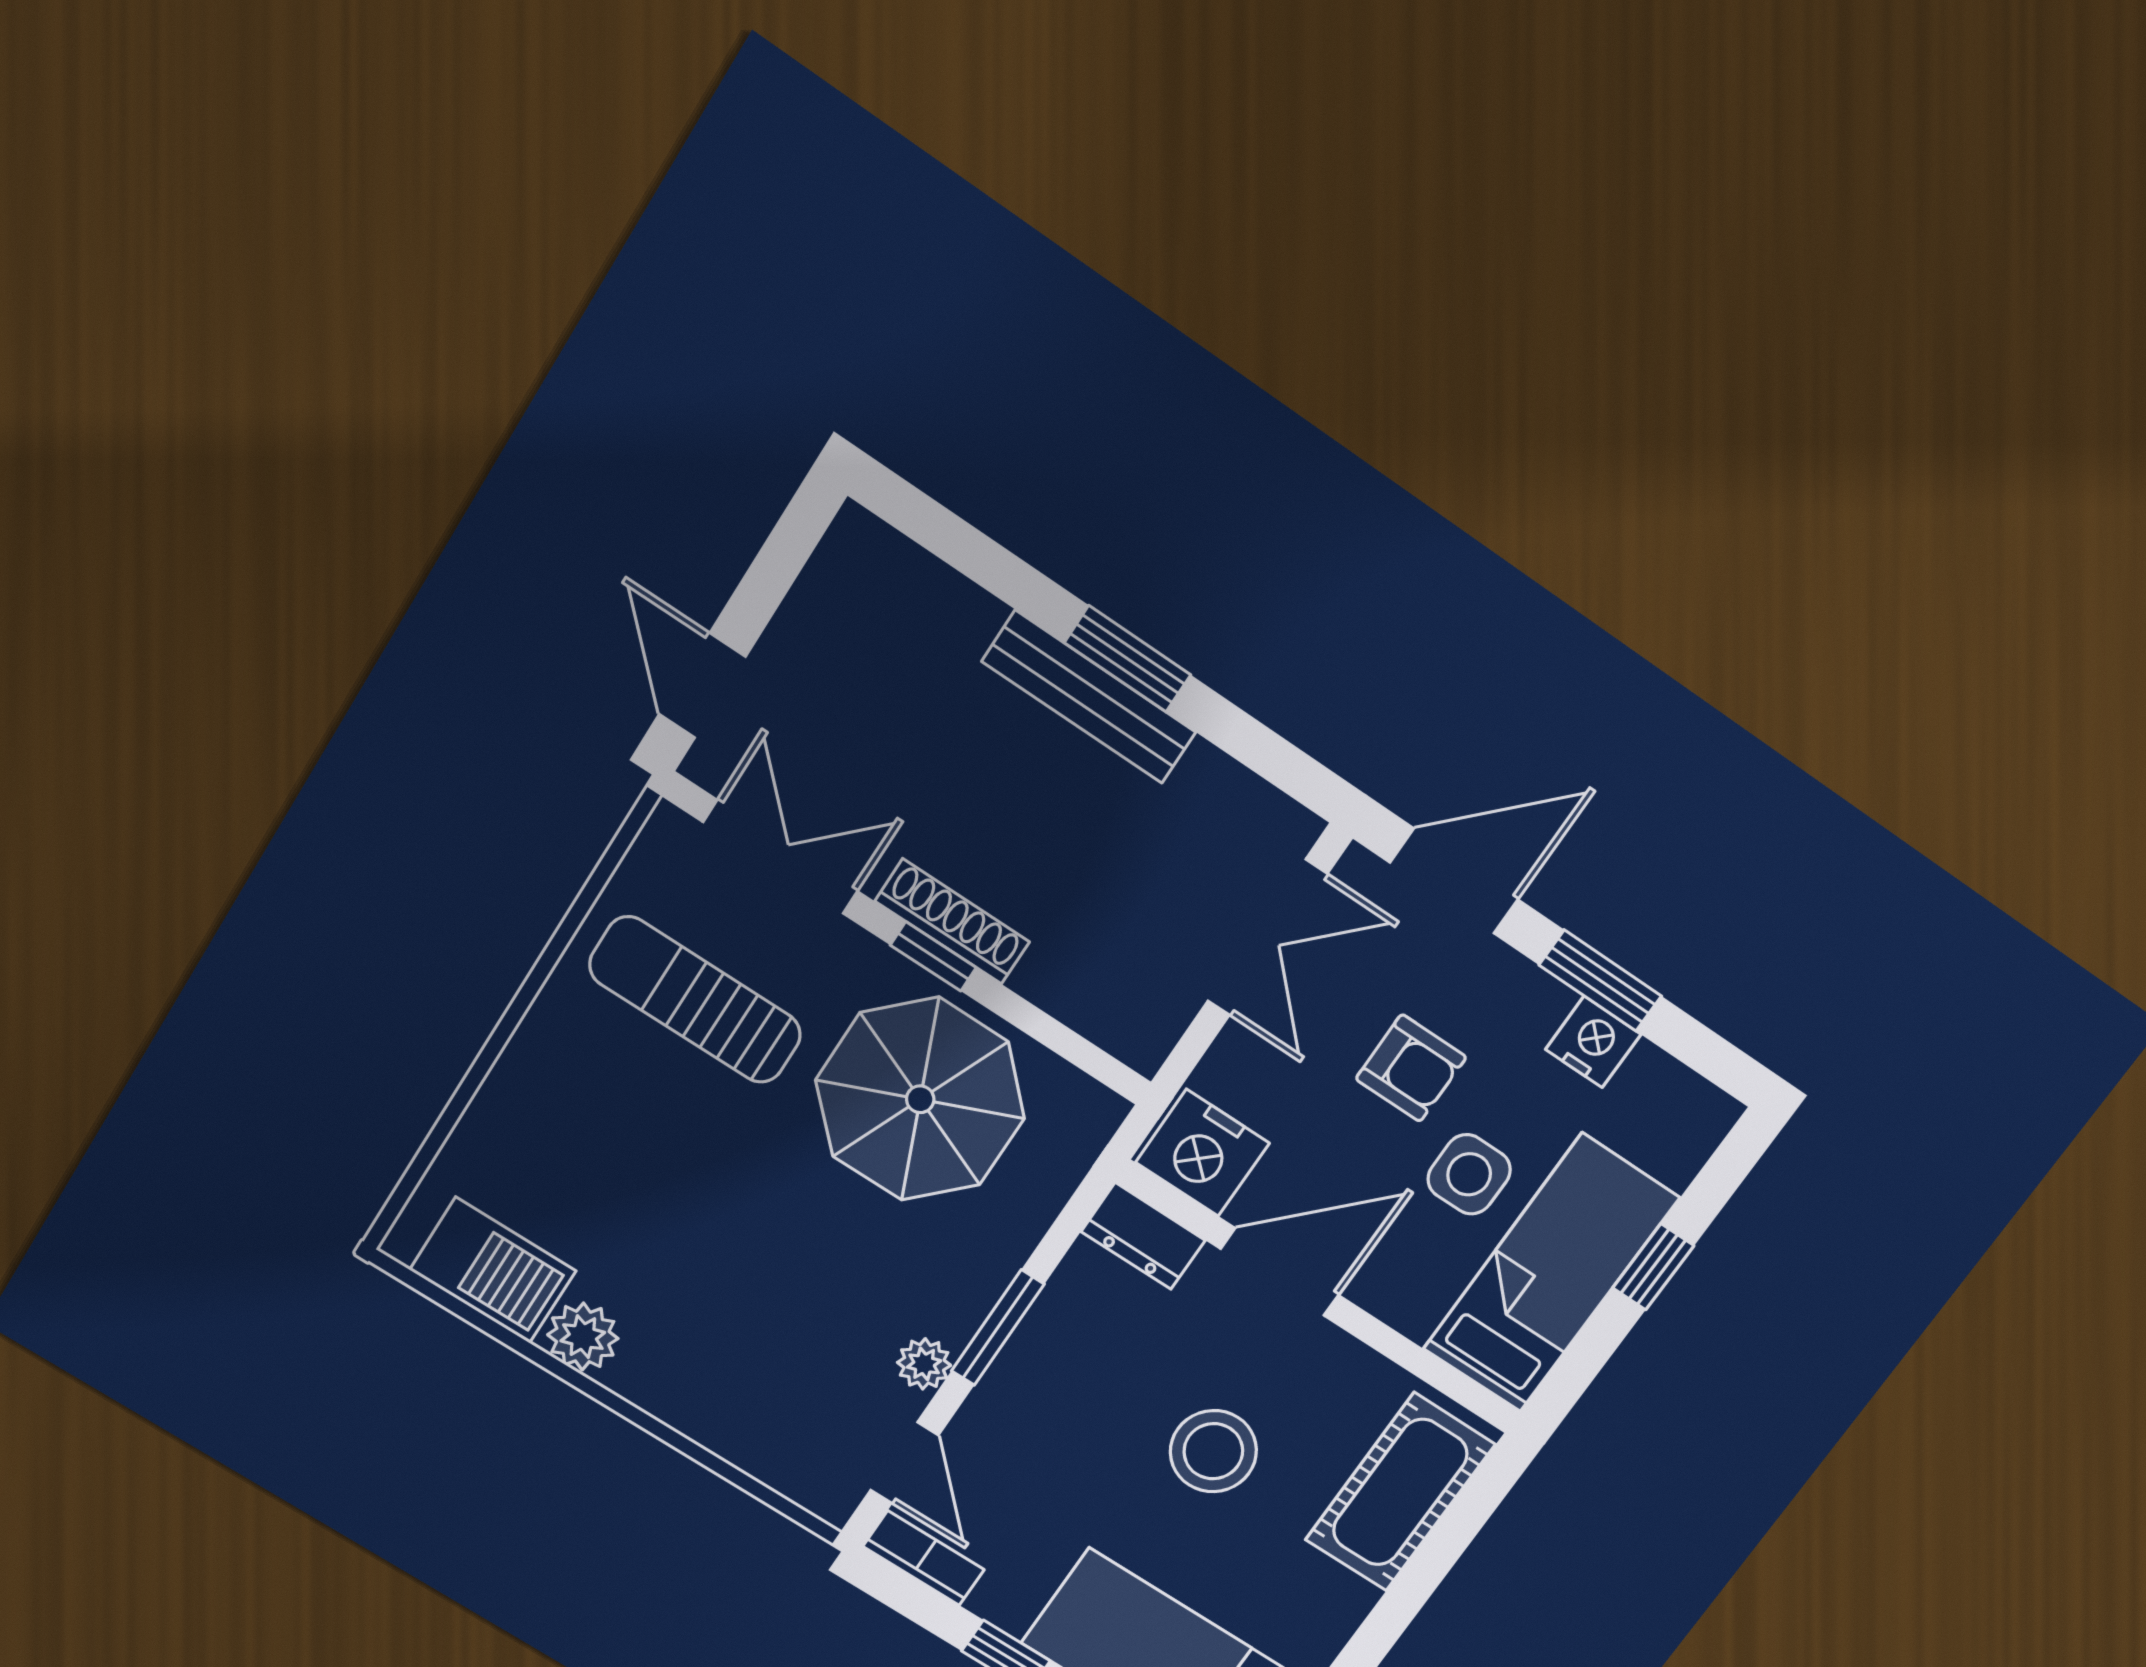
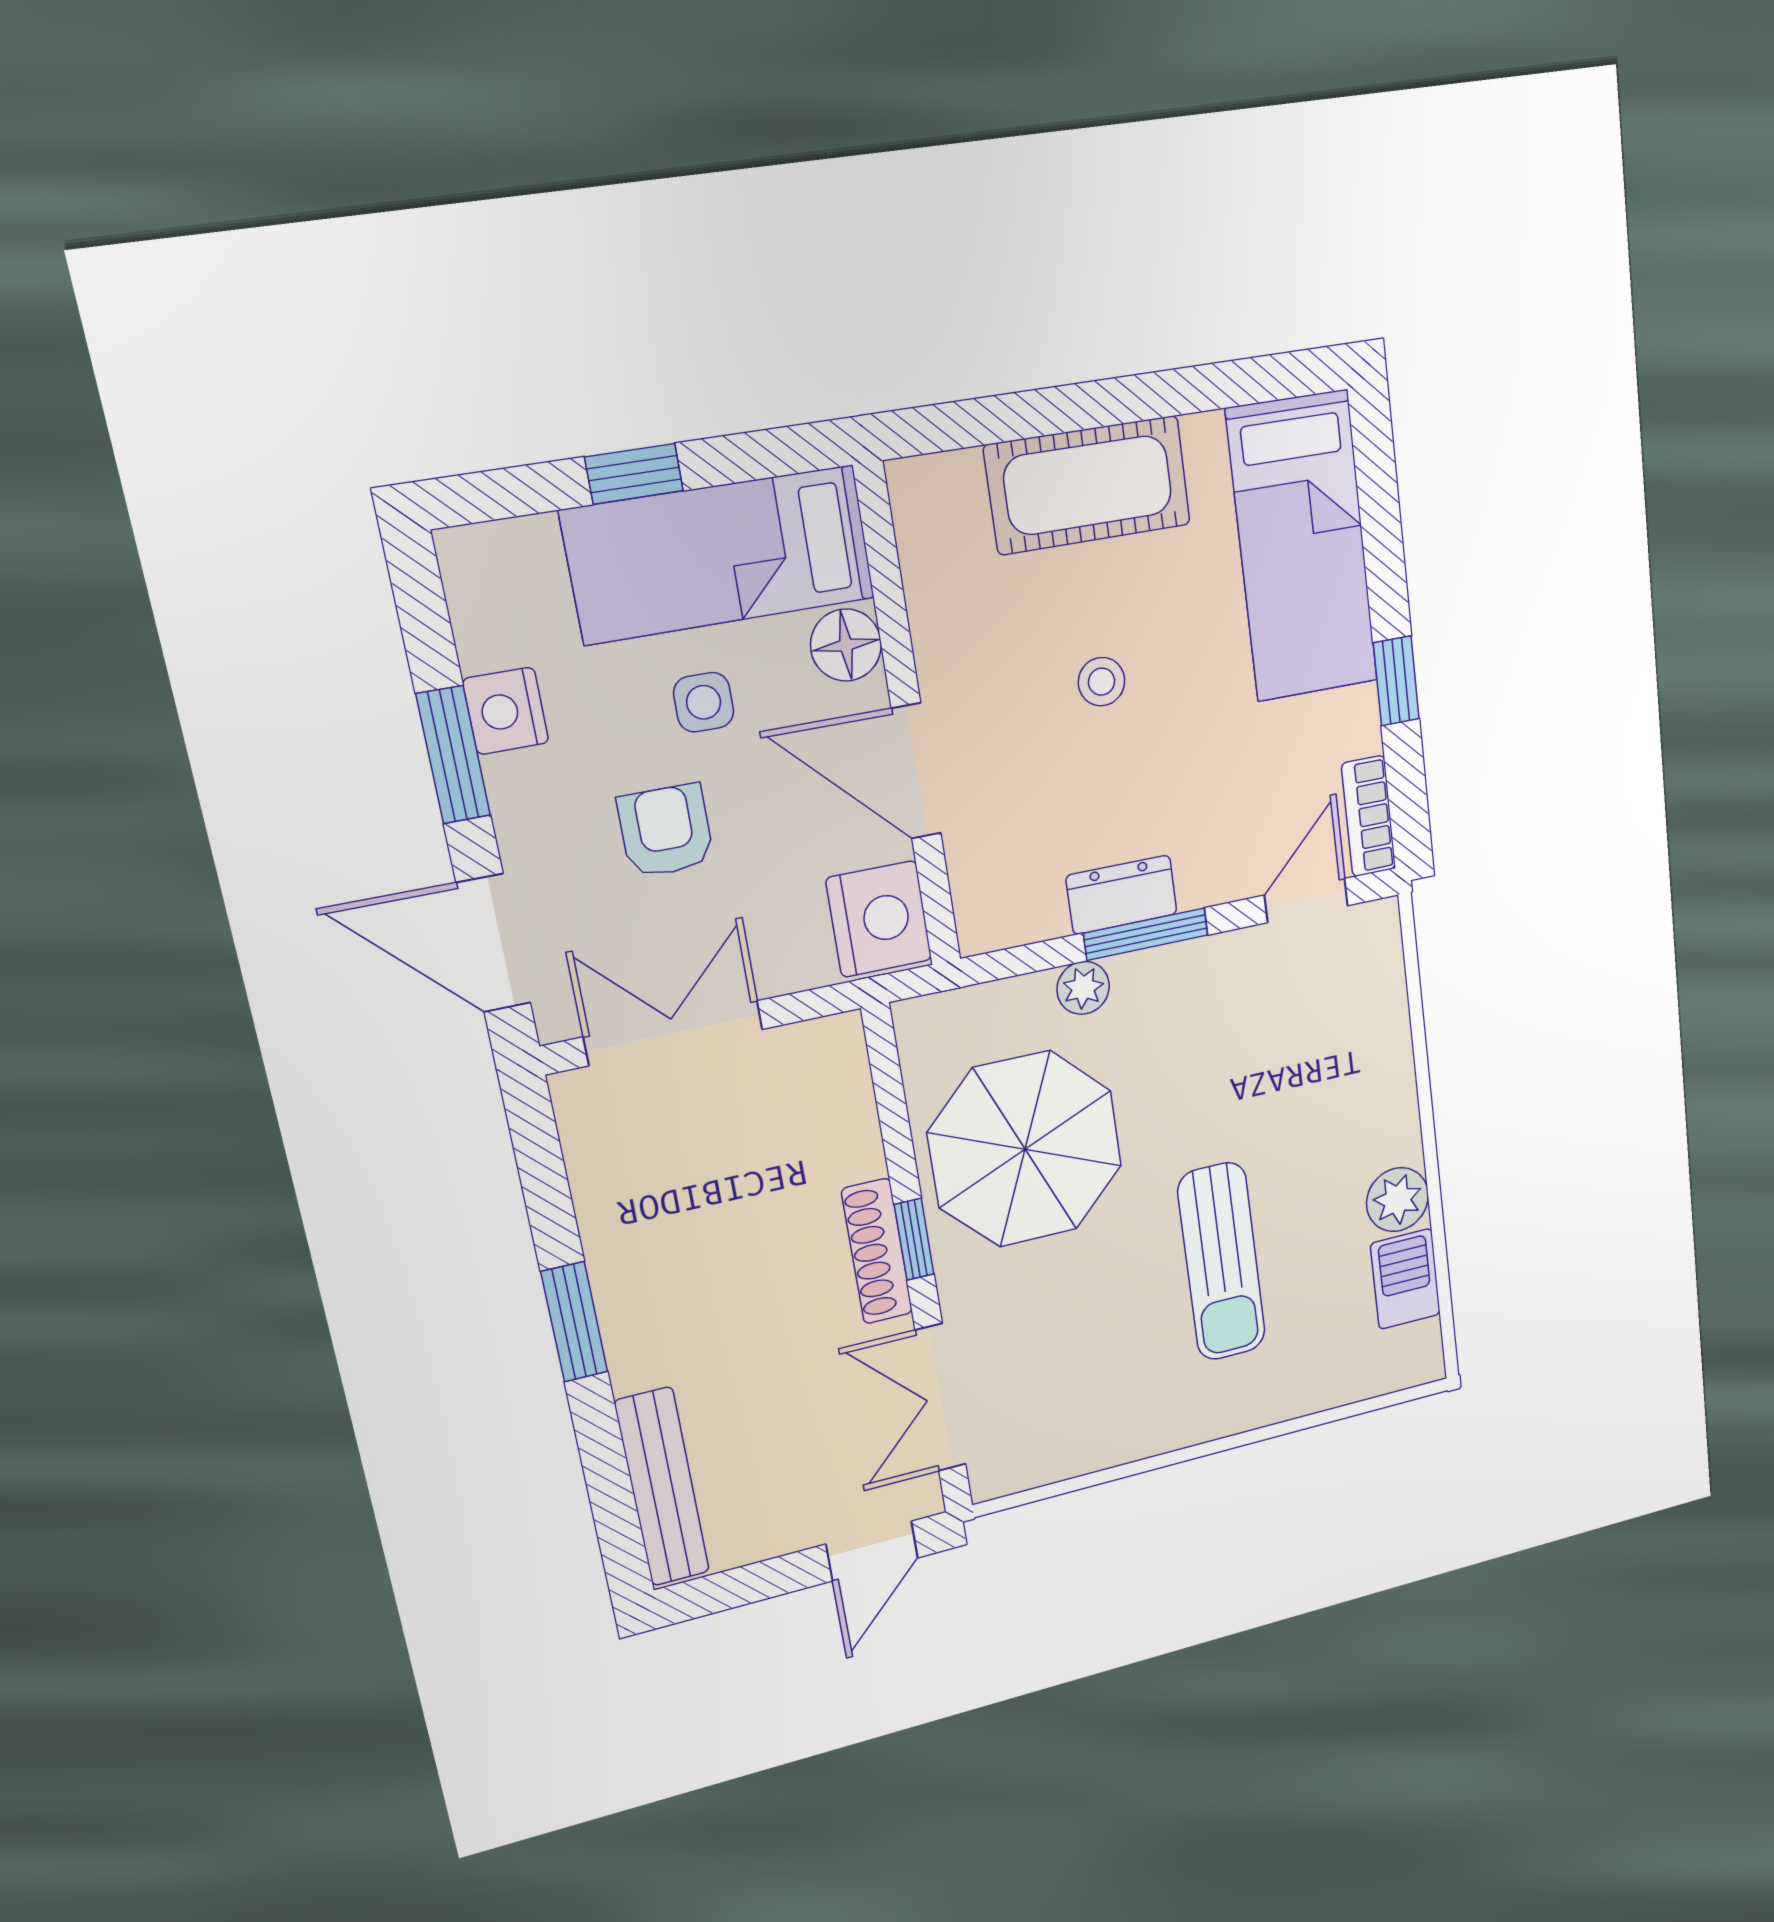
bench: (1089, 697) -> (662, 1487), moved
sun lounger: (695, 1000) -> (1222, 1262), moved
side table: (1469, 1174) -> (704, 702), width x0.73, depth x0.73
dresser: (1143, 1236) -> (1122, 895), moved, turned -90
barbecue: (493, 1270) -> (1405, 1279), width x0.73, depth x0.79
floor lamp: (1411, 1302) -> (846, 645), added
plant: (924, 1364) -> (1083, 988), moved
stool: (1213, 1451) -> (1102, 682), width x0.53, depth x0.53
cot: (1400, 1492) -> (1088, 485), moved

